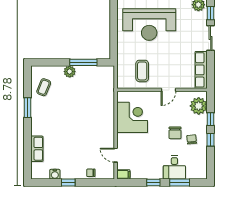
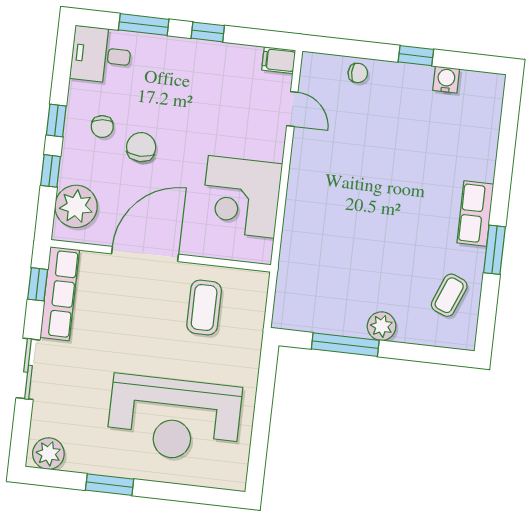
window: (211, 13) -> (38, 284), moved
reception desk: (149, 25) -> (174, 419), turned 180
door: (169, 90) -> (145, 254), width x1.87
row of seats: (37, 149) -> (475, 214), moved
desk: (174, 167) -> (101, 55), moved, turned -90

